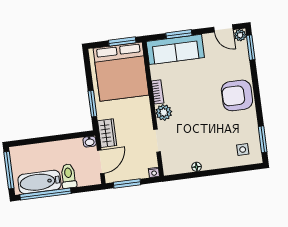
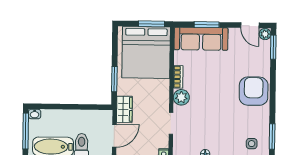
armchair: (237, 95) -> (254, 91), turned 90
washbasin: (90, 142) -> (35, 114), moved

